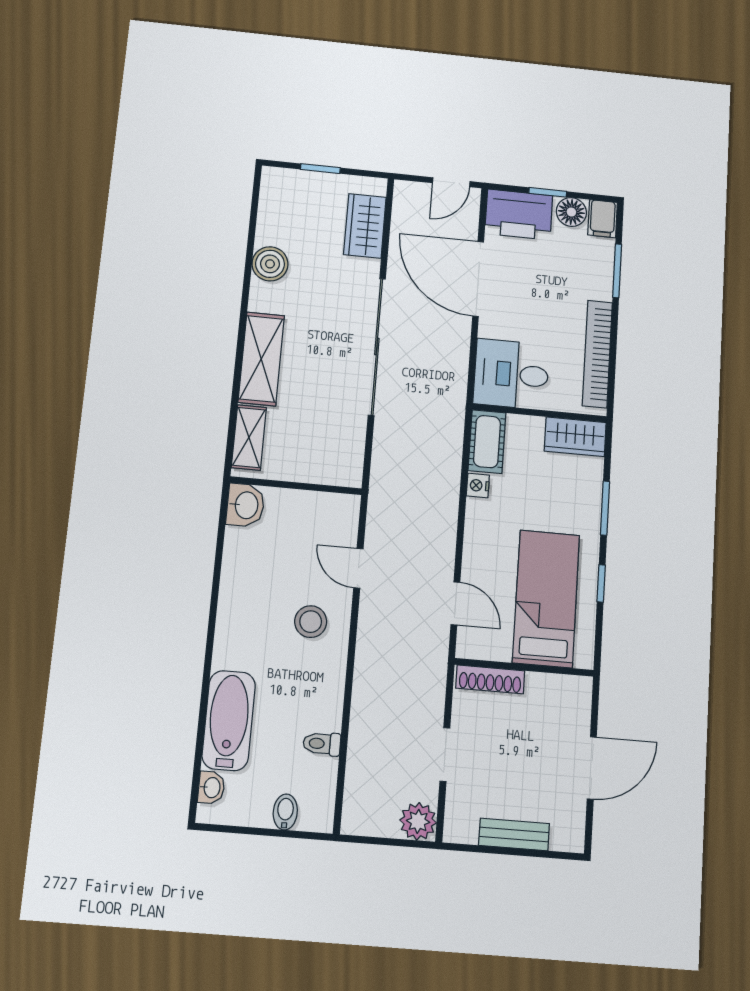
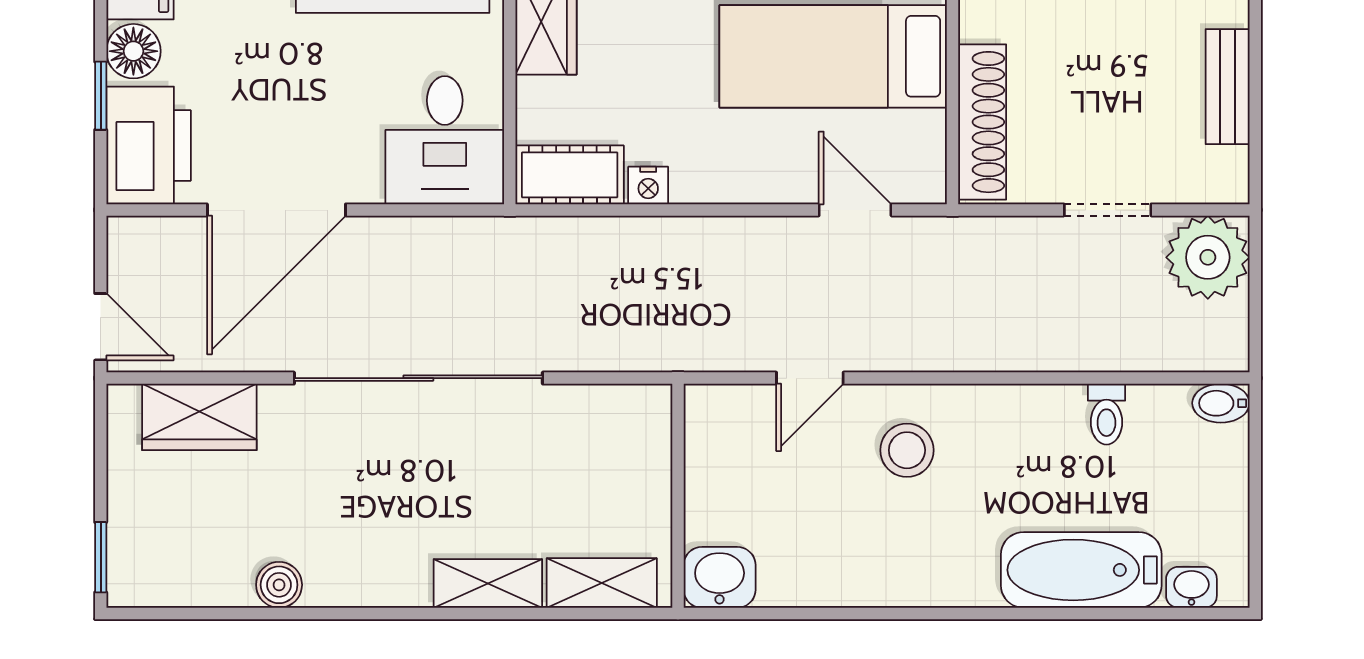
window: (320, 169) -> (101, 557), moved
door: (451, 182) -> (101, 327), moved
boiler: (270, 264) -> (279, 585), width x0.73, depth x0.73
shelving: (261, 359) -> (488, 583), width x0.67, depth x0.75
door: (455, 603) -> (855, 210), hinge flipped
shoe rack: (490, 679) -> (982, 122), width x1.36, depth x1.24
bidet: (285, 812) -> (1221, 403), moved
plant: (418, 821) -> (1208, 257), width x1.36, depth x1.36

